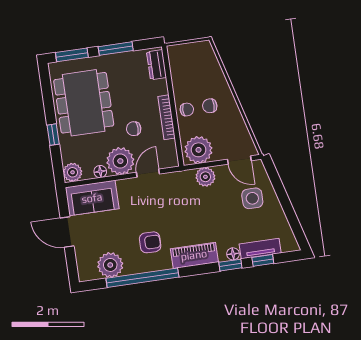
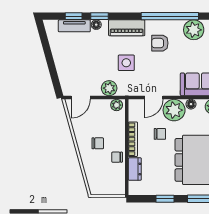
window: (116, 49) -> (165, 199), width x0.67
dresser: (156, 65) -> (135, 169), moved
chair: (187, 110) -> (117, 157), moved
plant: (199, 150) -> (117, 105), width x0.53, depth x0.53
door: (239, 160) -> (81, 98), swing flipped
side table: (252, 198) -> (126, 63), moved

